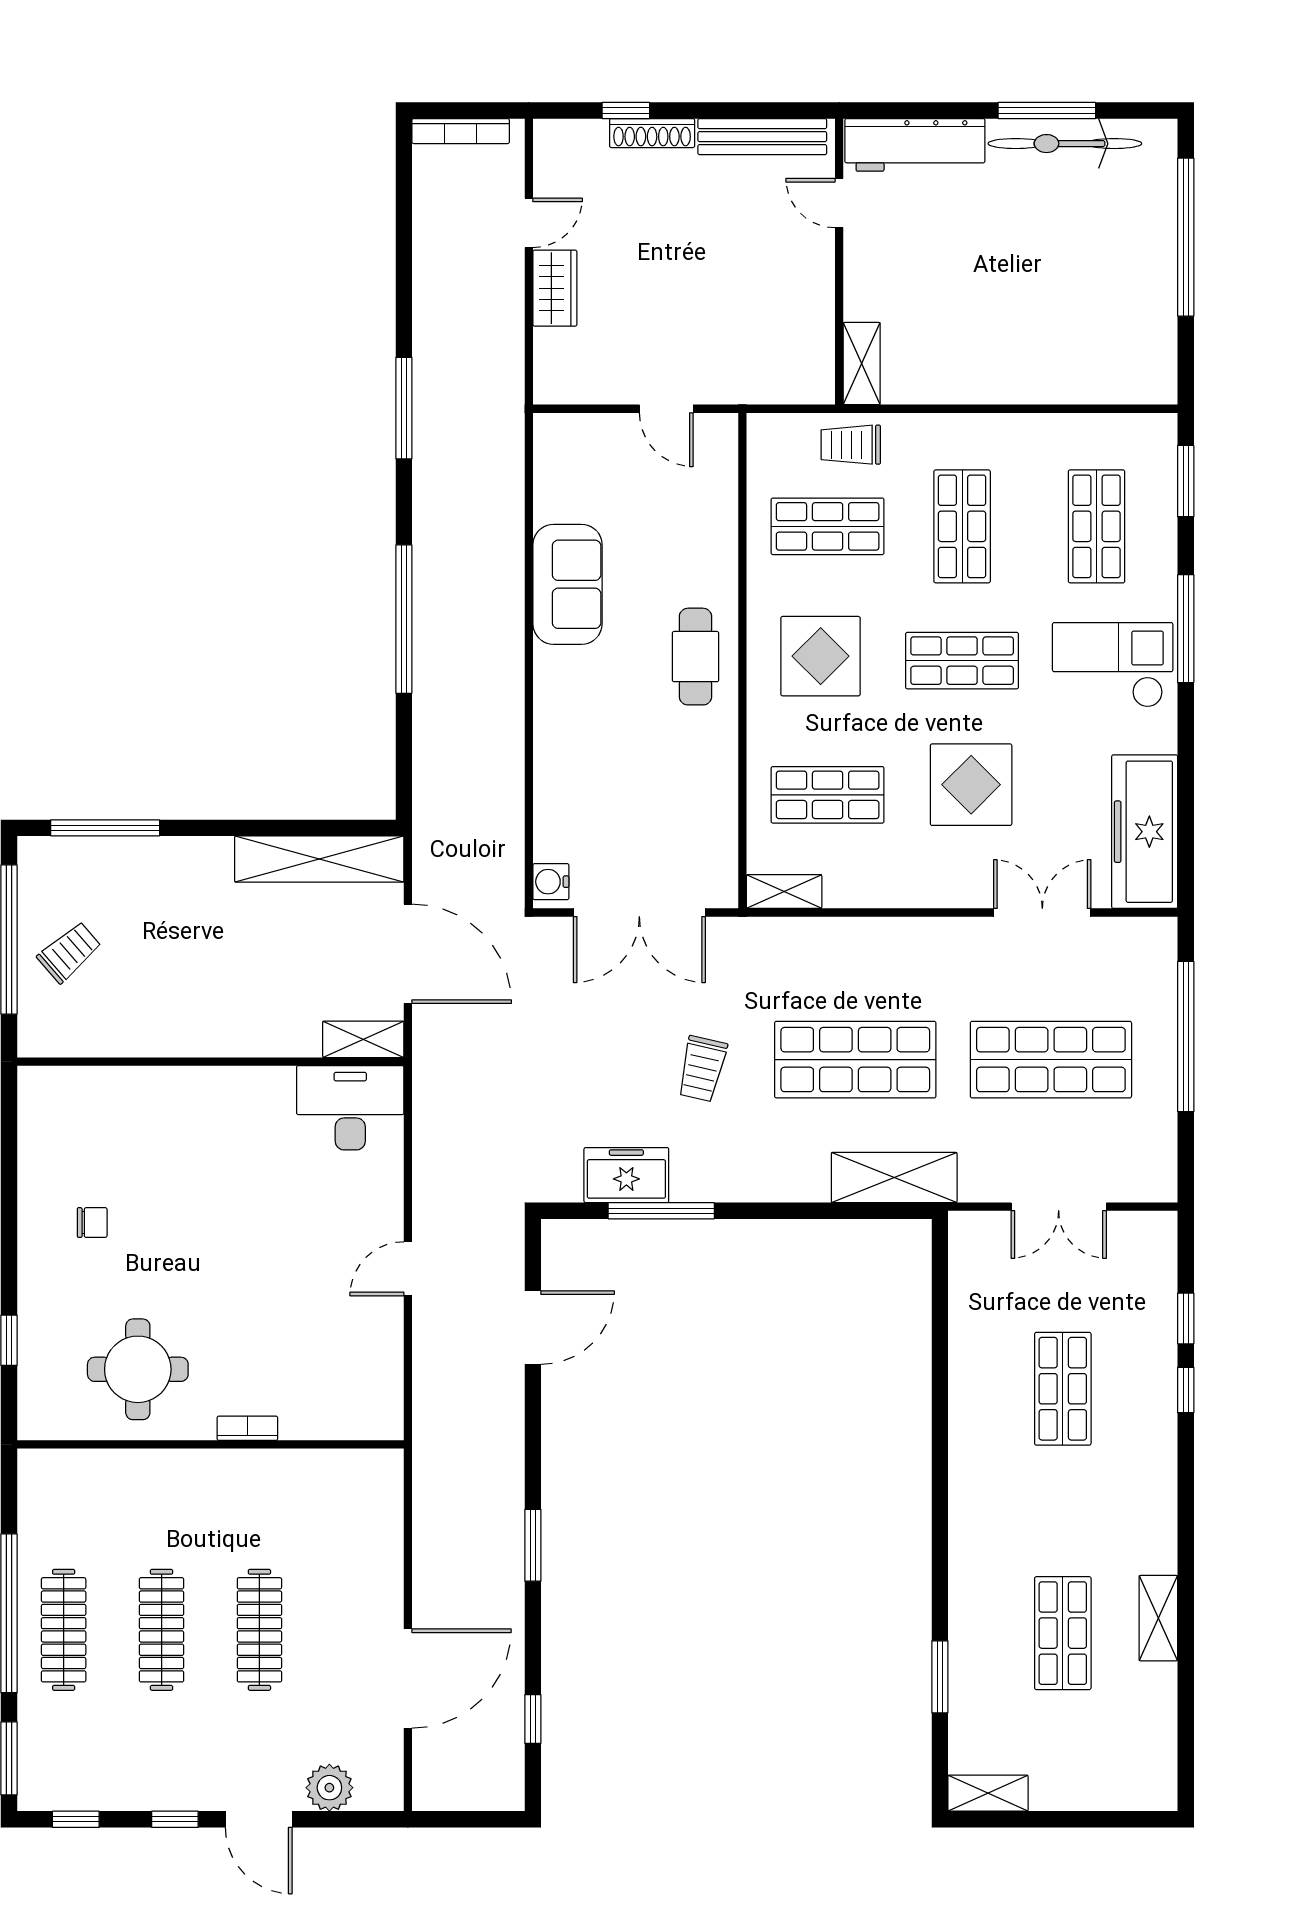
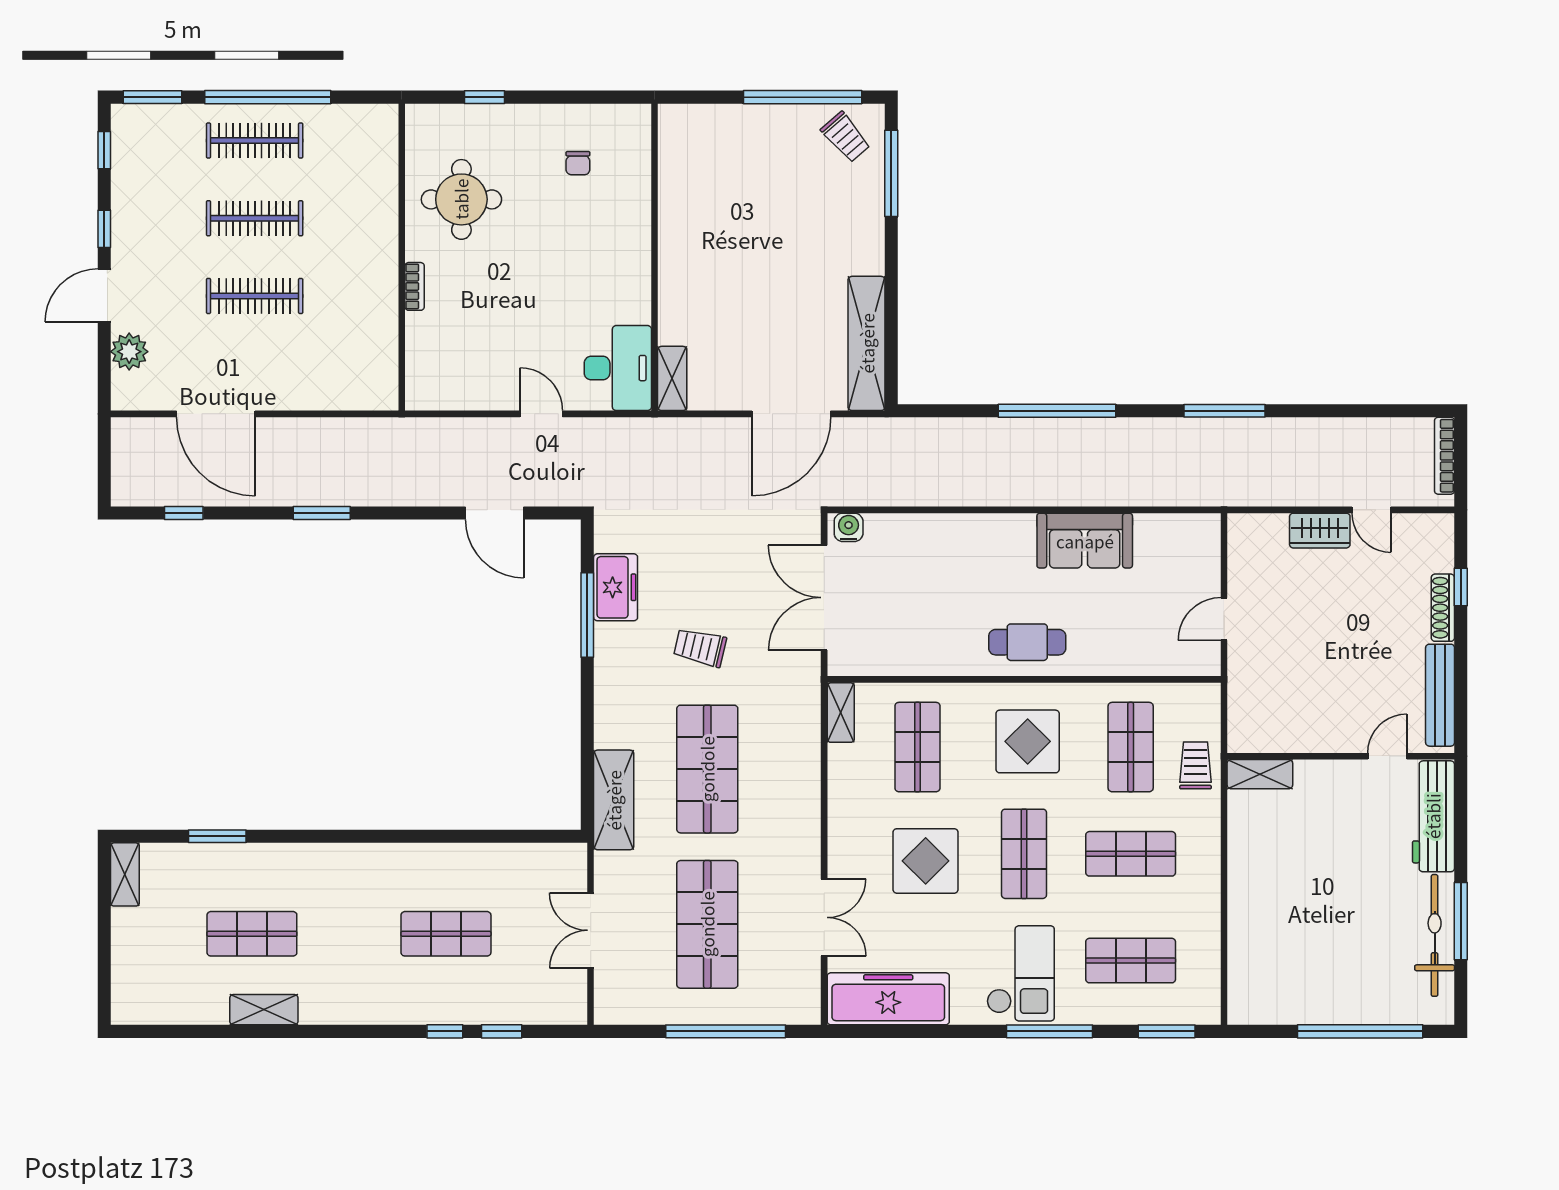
trolley: (69, 952) -> (846, 137), moved
shelving: (363, 1039) -> (672, 378), moved
wall: (210, 1062) -> (655, 257), moved
desk: (350, 1108) -> (618, 368), moved

